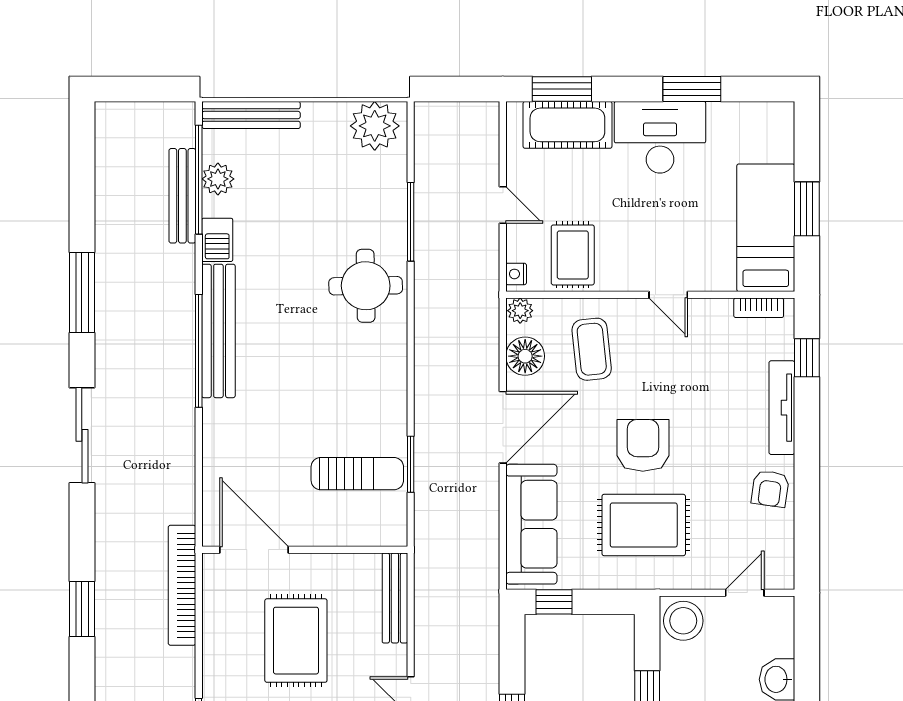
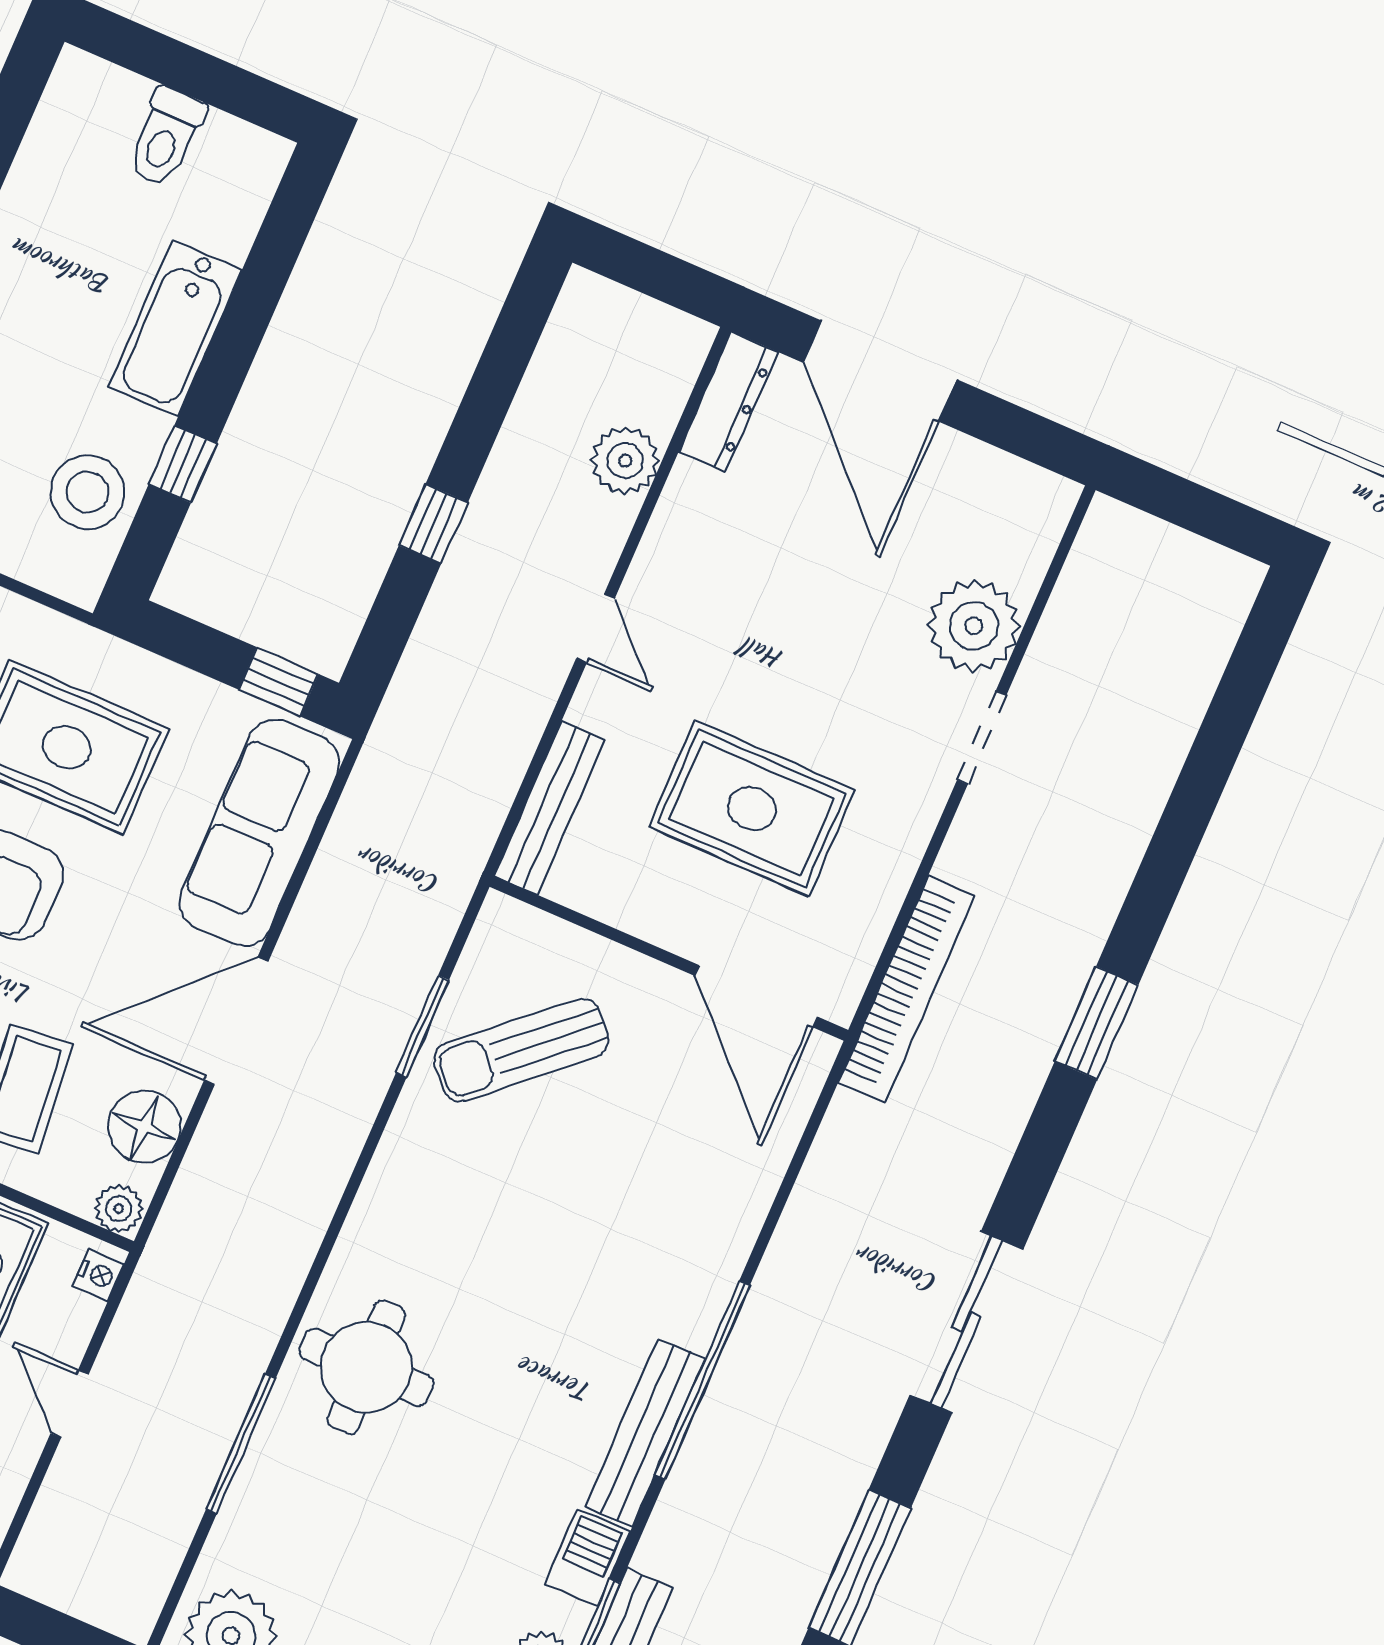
bench: (218, 331) -> (645, 1433), width x0.73, depth x0.82
sun lounger: (357, 474) -> (521, 1050), turned -42
stool: (683, 621) -> (88, 492), moved
rug: (296, 641) -> (752, 809), turned 90

